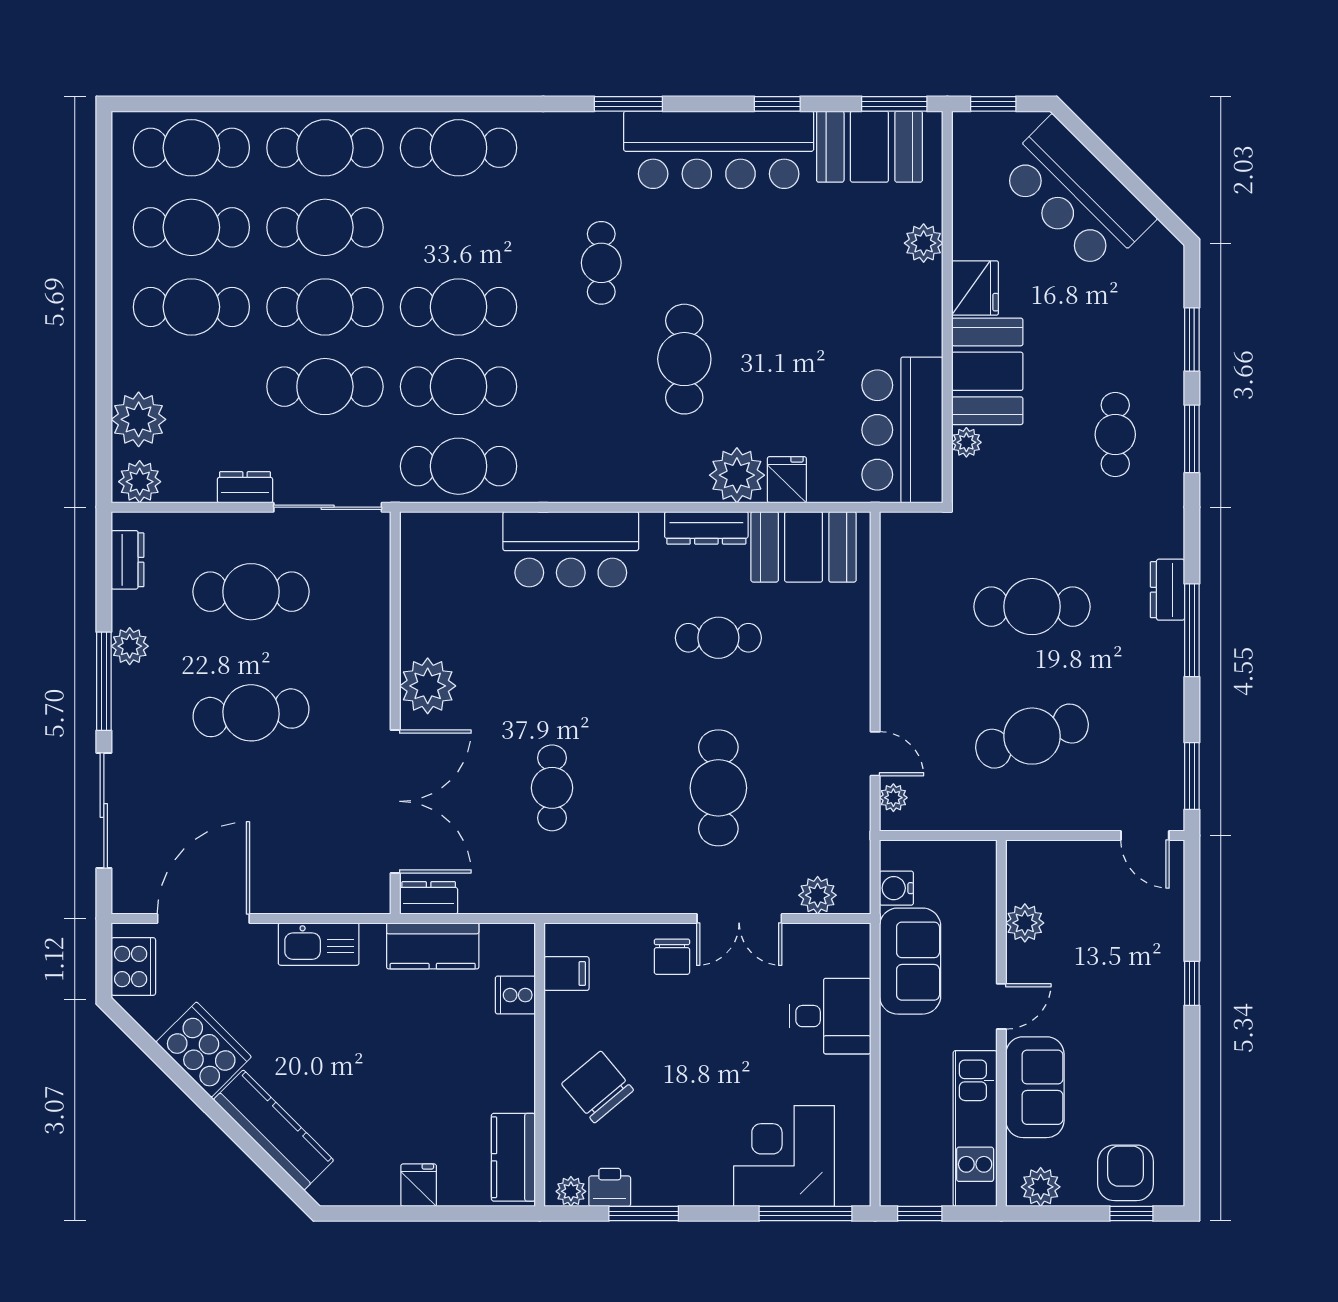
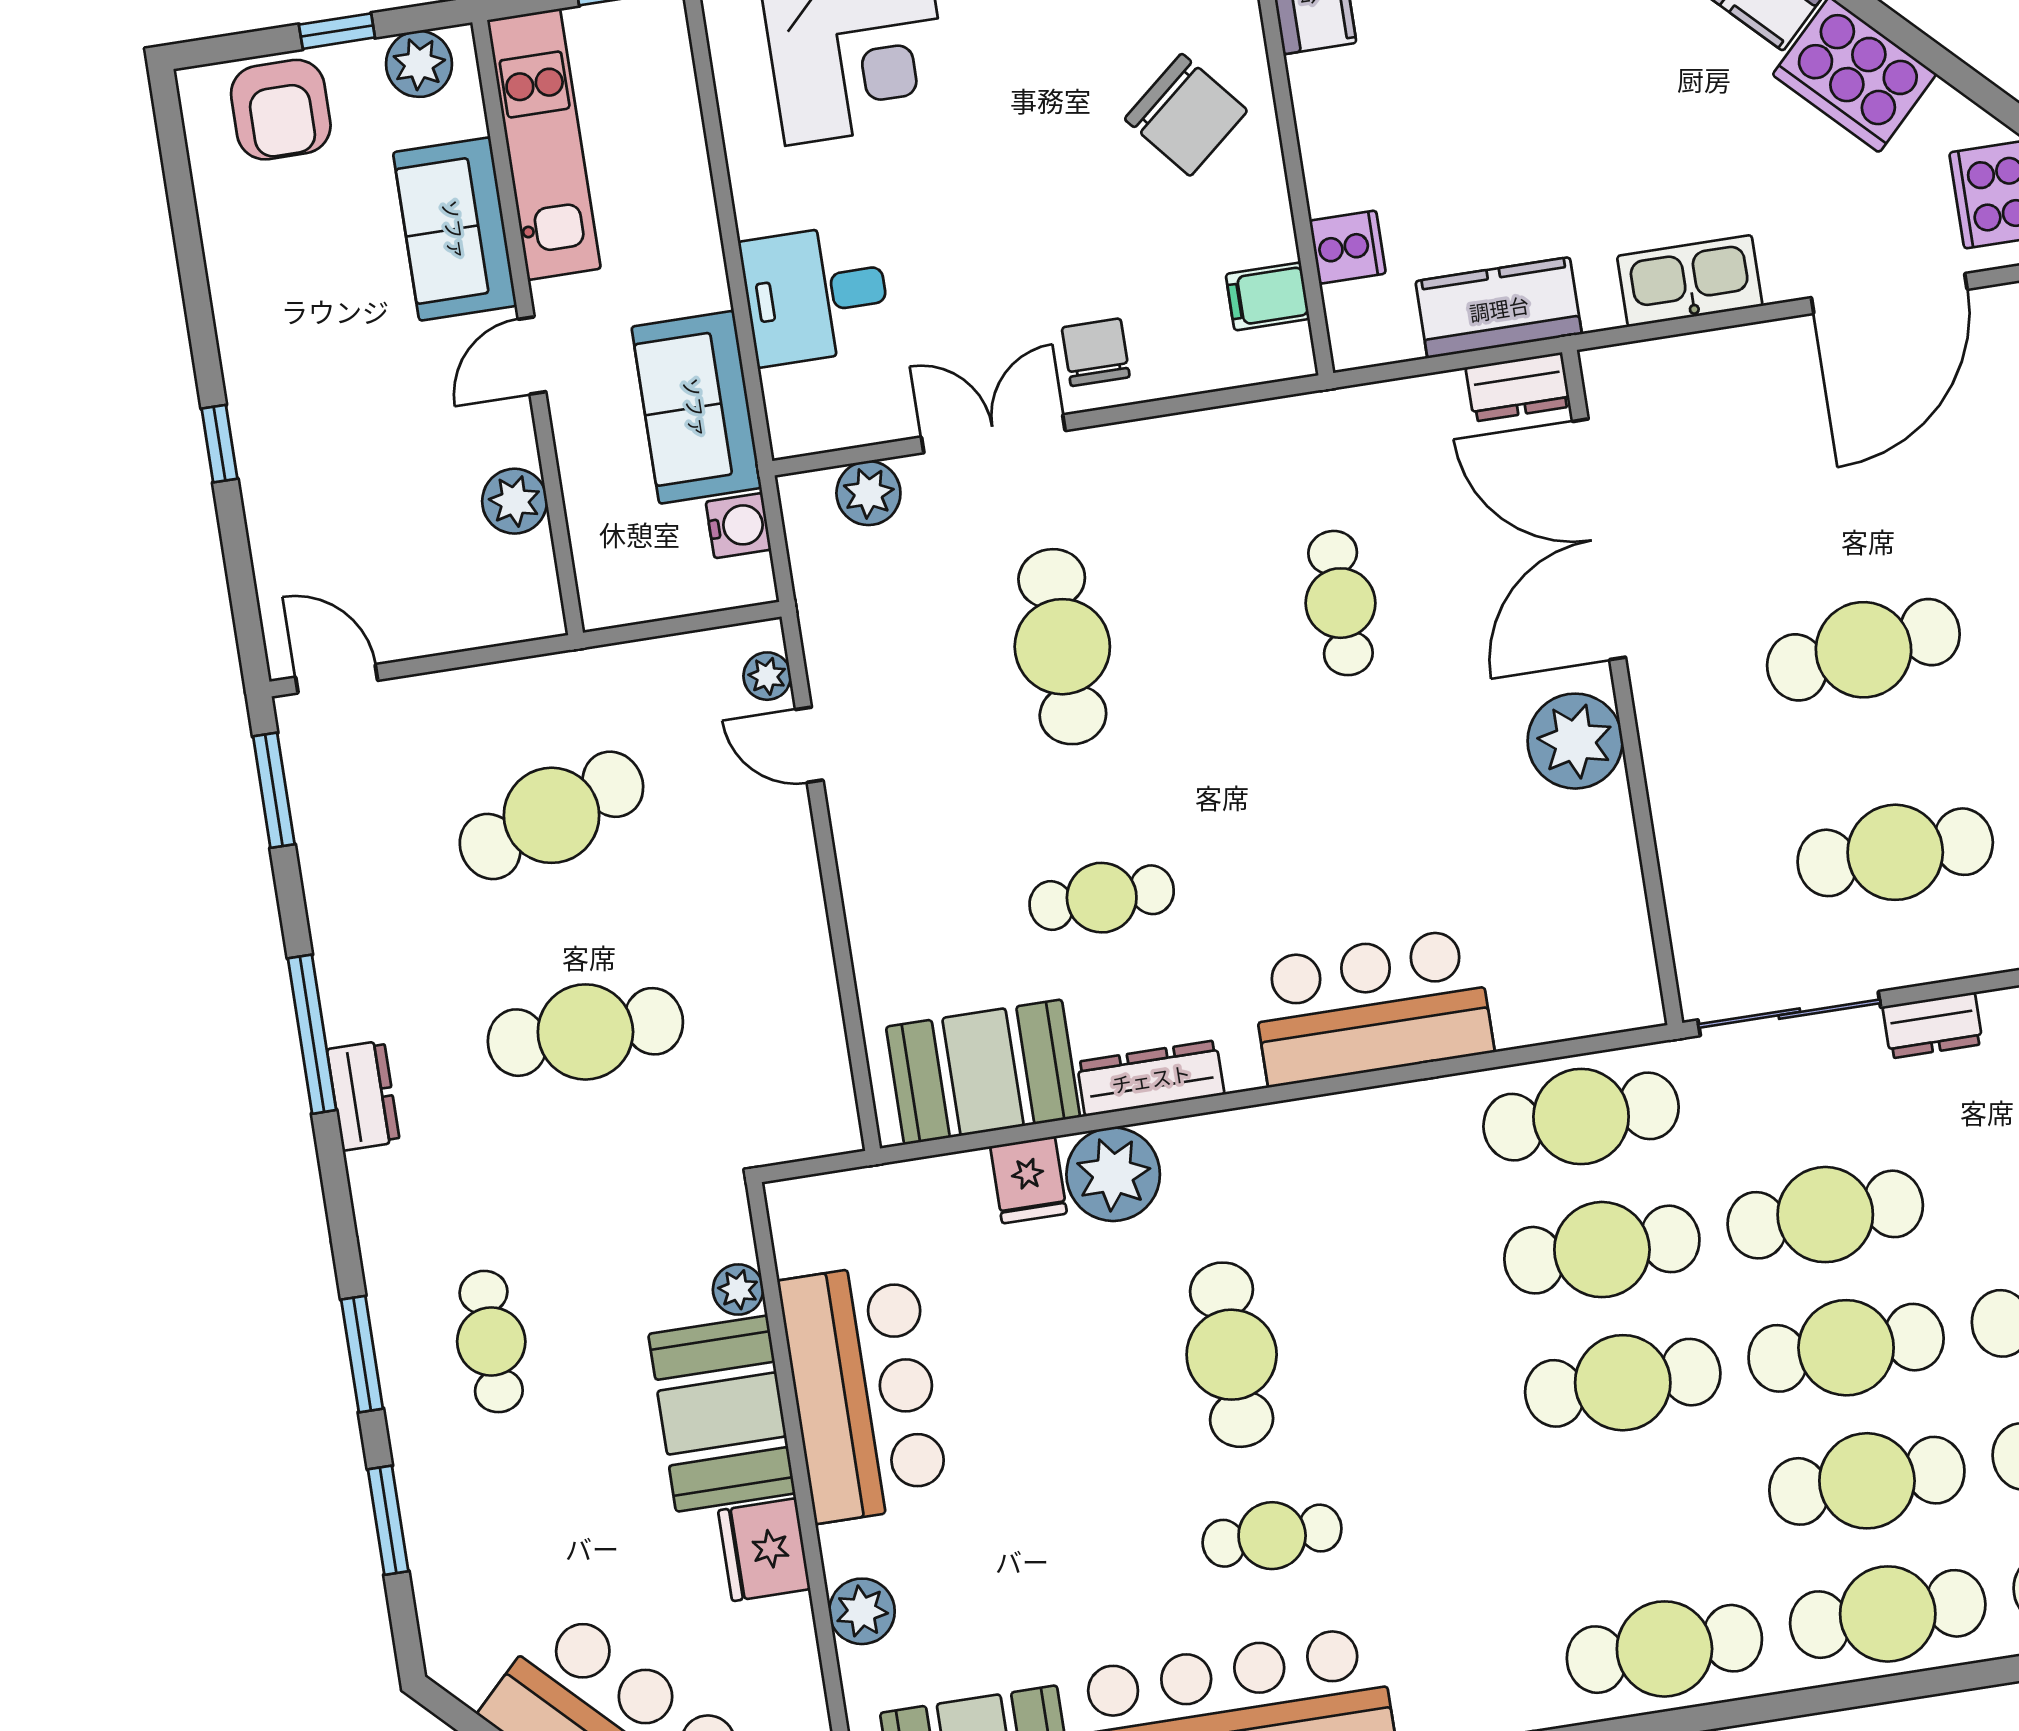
cafe table: (601, 263) -> (1272, 1536), moved, turned 90
bar counter: (902, 430) -> (864, 1392), moved
window: (1131, 1214) -> (337, 31), moved

